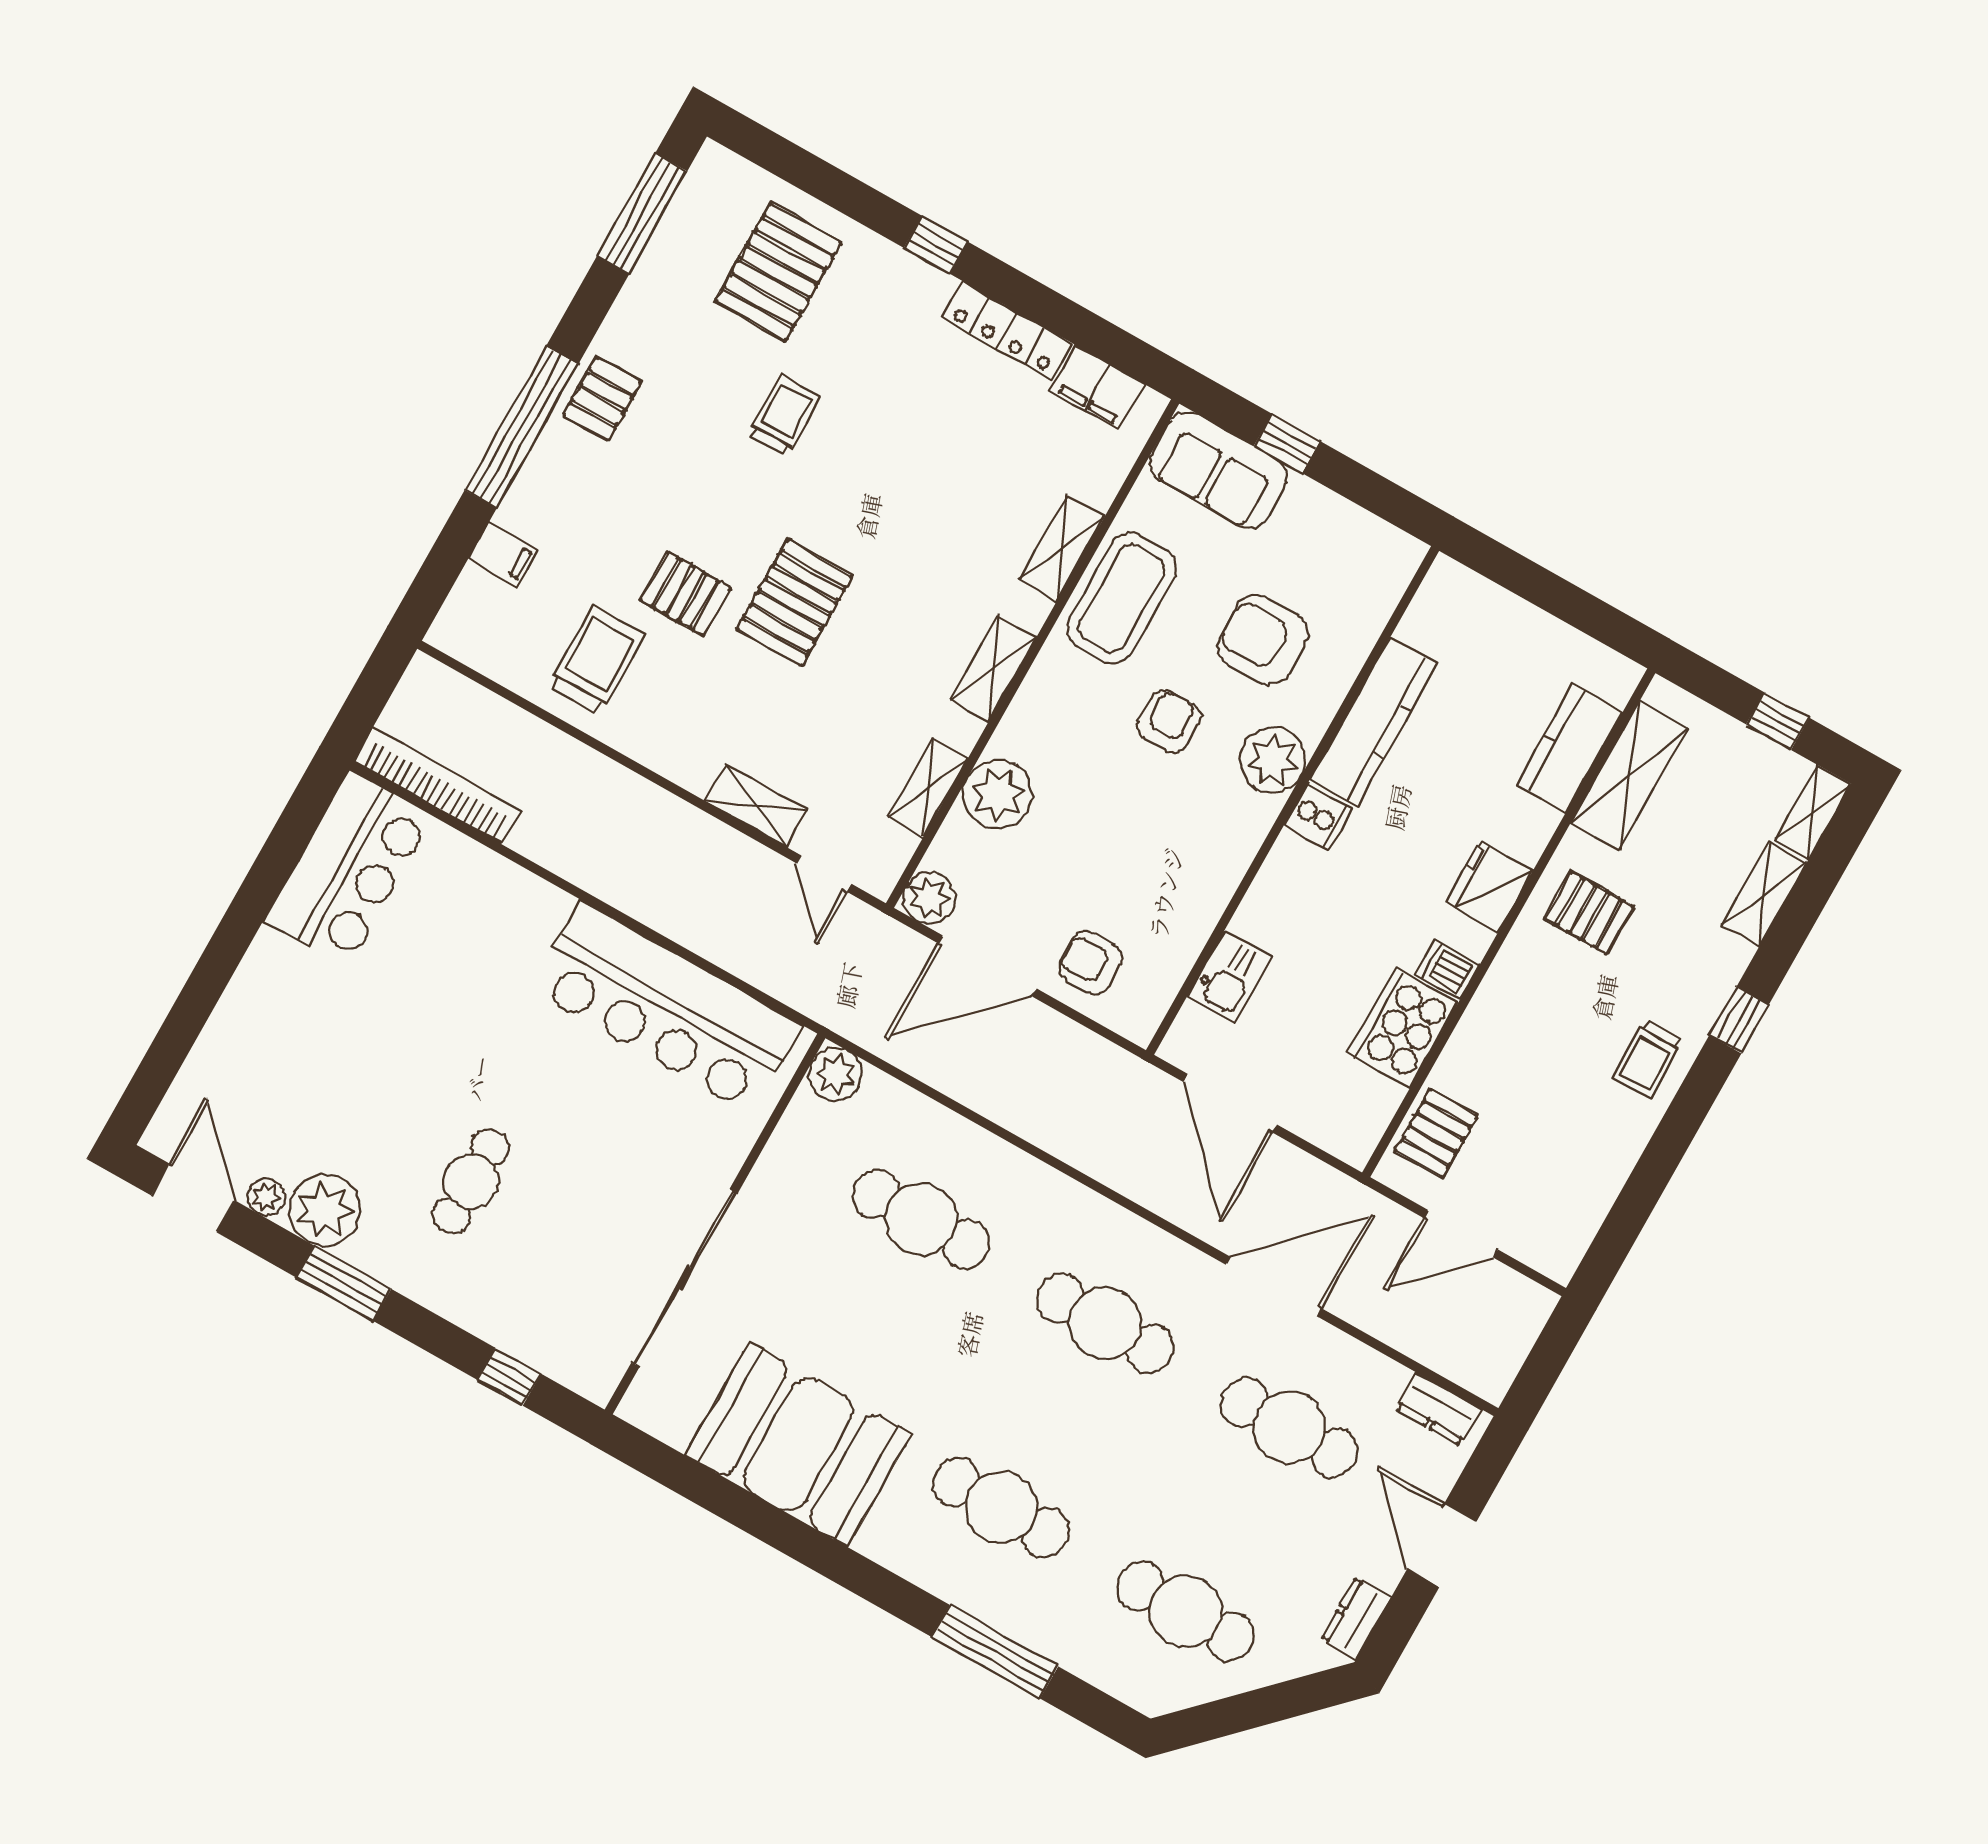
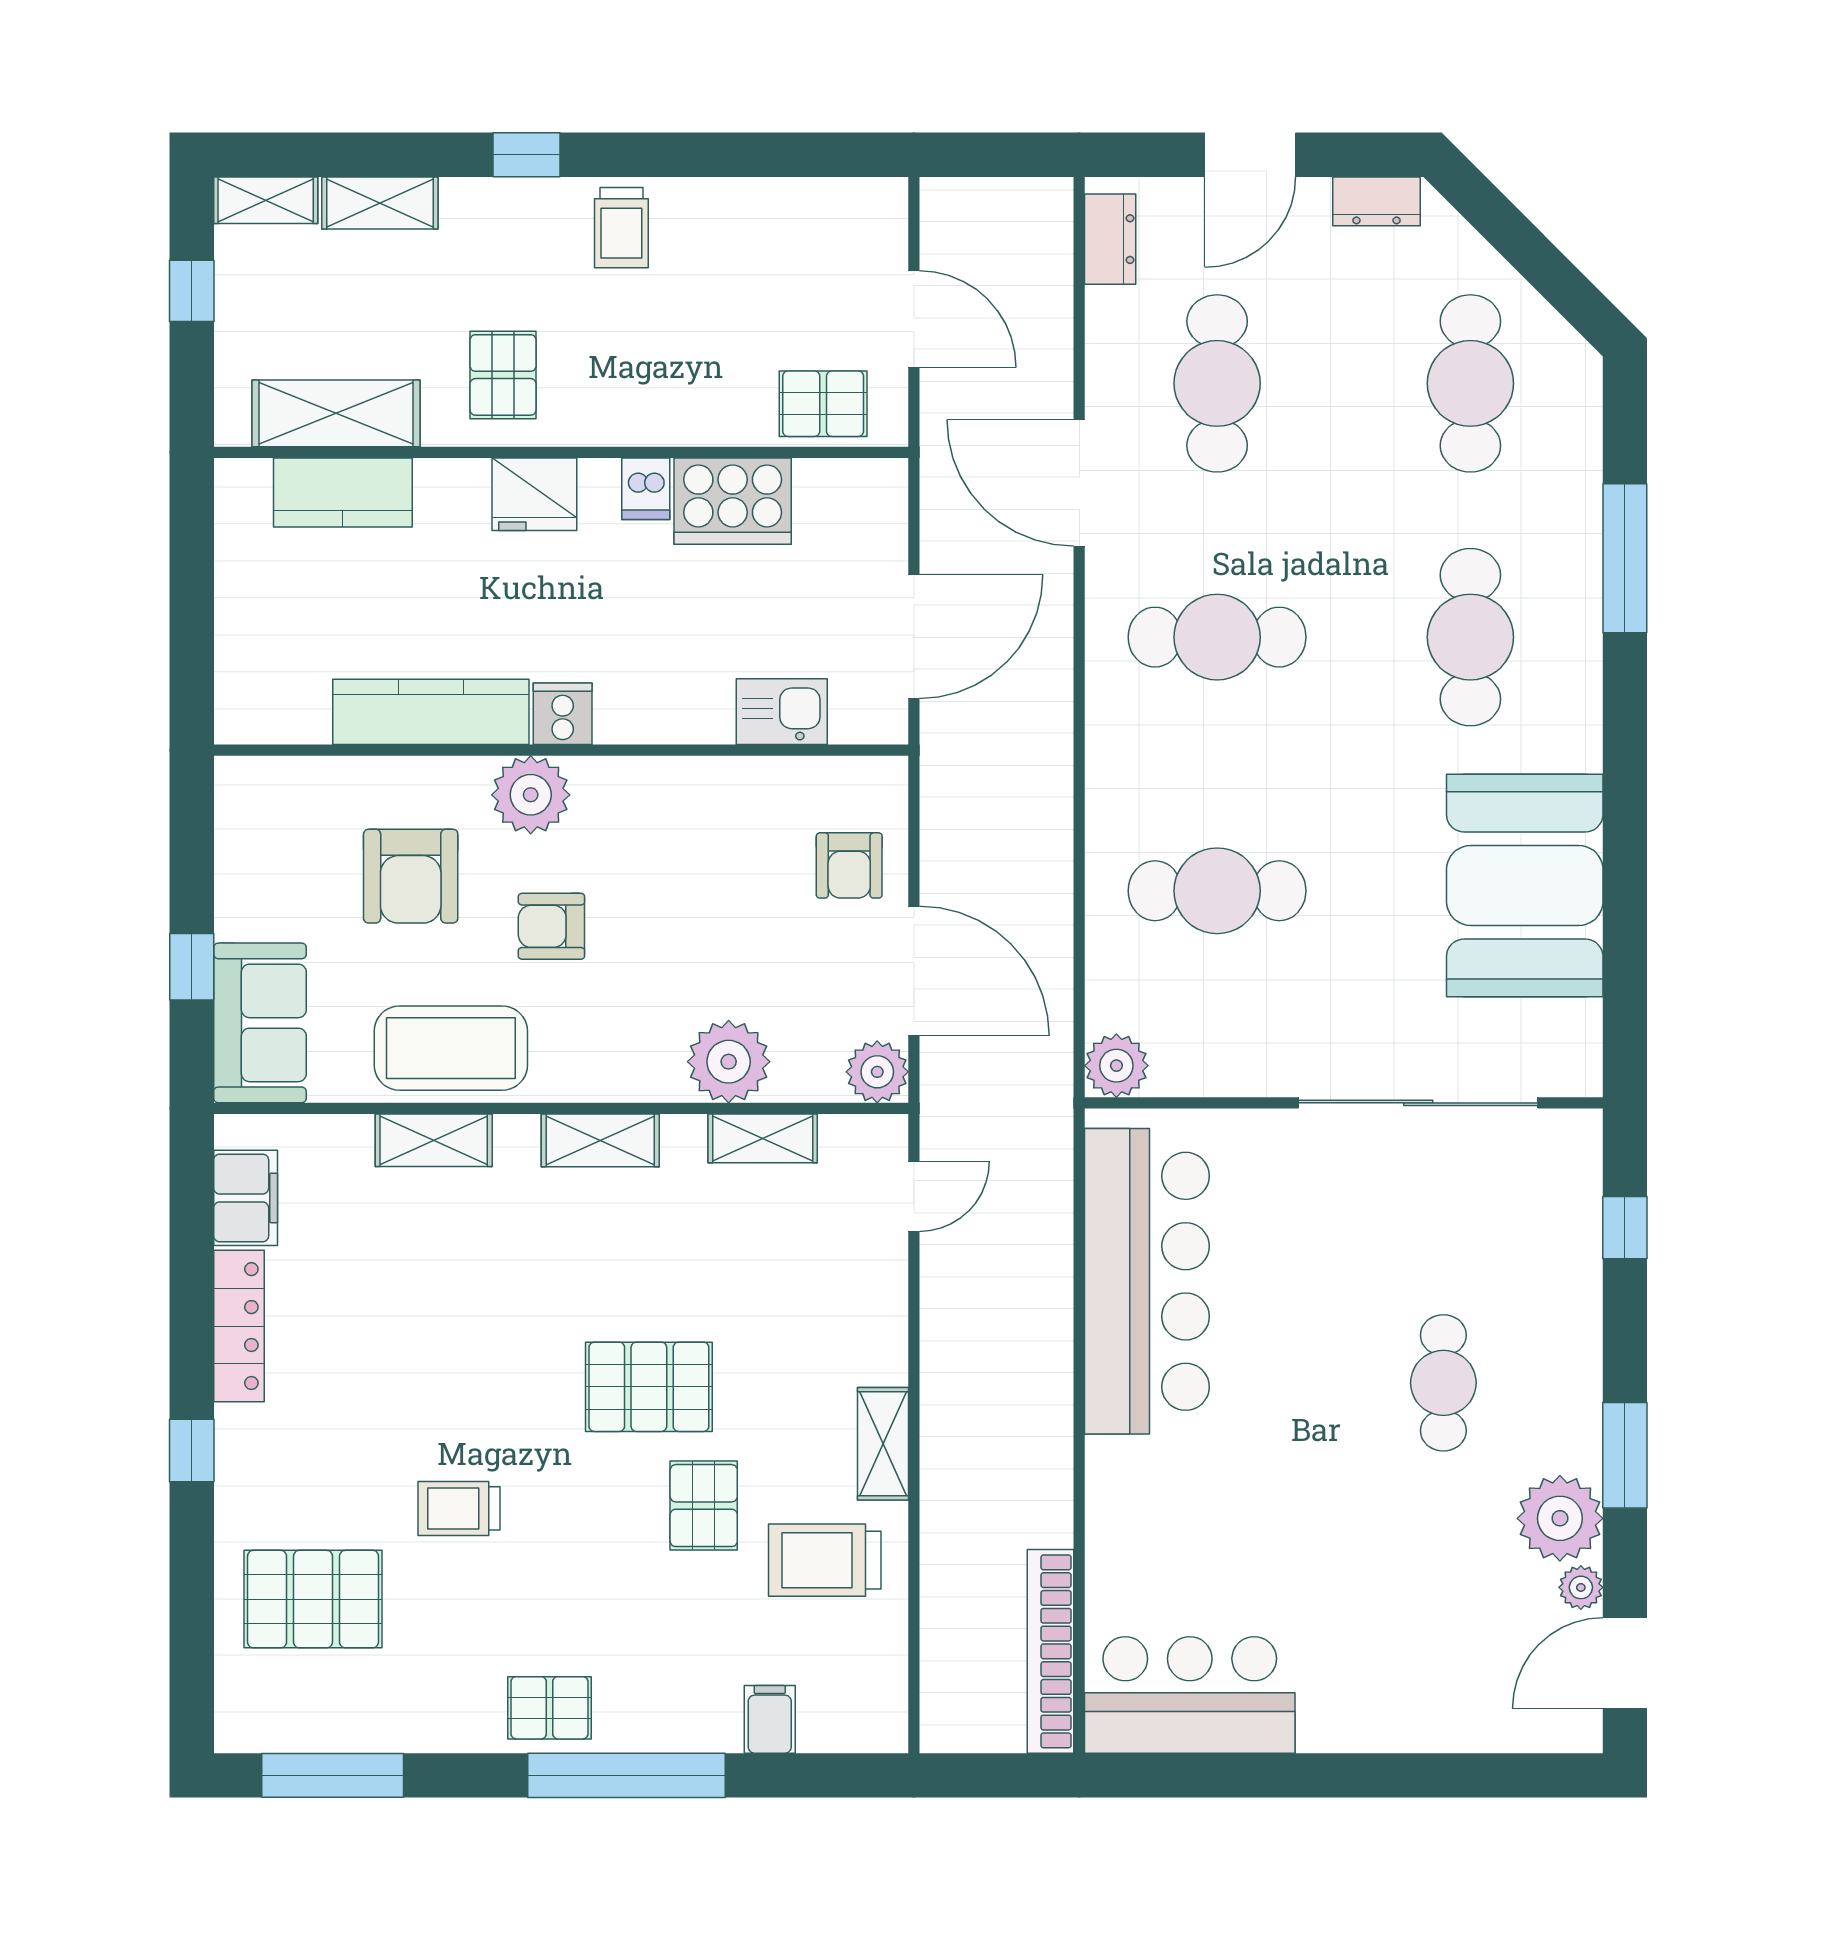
shelving: (755, 805) -> (883, 1444), moved
trolley: (1647, 1059) -> (621, 228), turned 90
cafe table: (471, 1181) -> (1443, 1383), turned 90
cafe table: (921, 1219) -> (1217, 891), turned 90
cafe table: (1105, 1323) -> (1217, 637), turned 90

